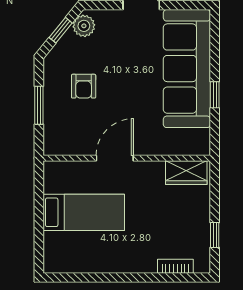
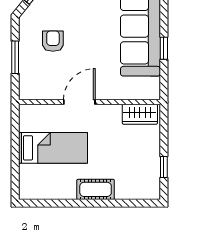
armchair: (84, 86) -> (53, 41), turned 180
cot: (134, 261) -> (96, 189), added
bookcase: (175, 266) -> (131, 193), removed

